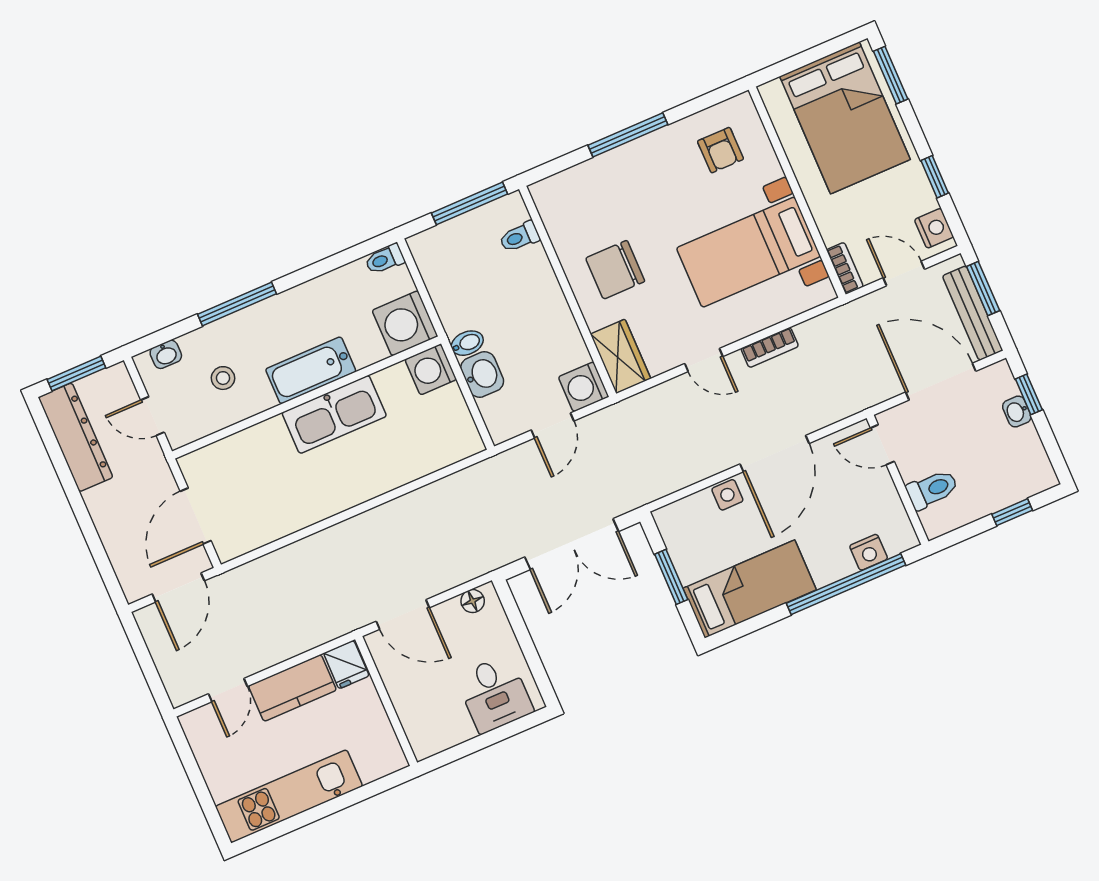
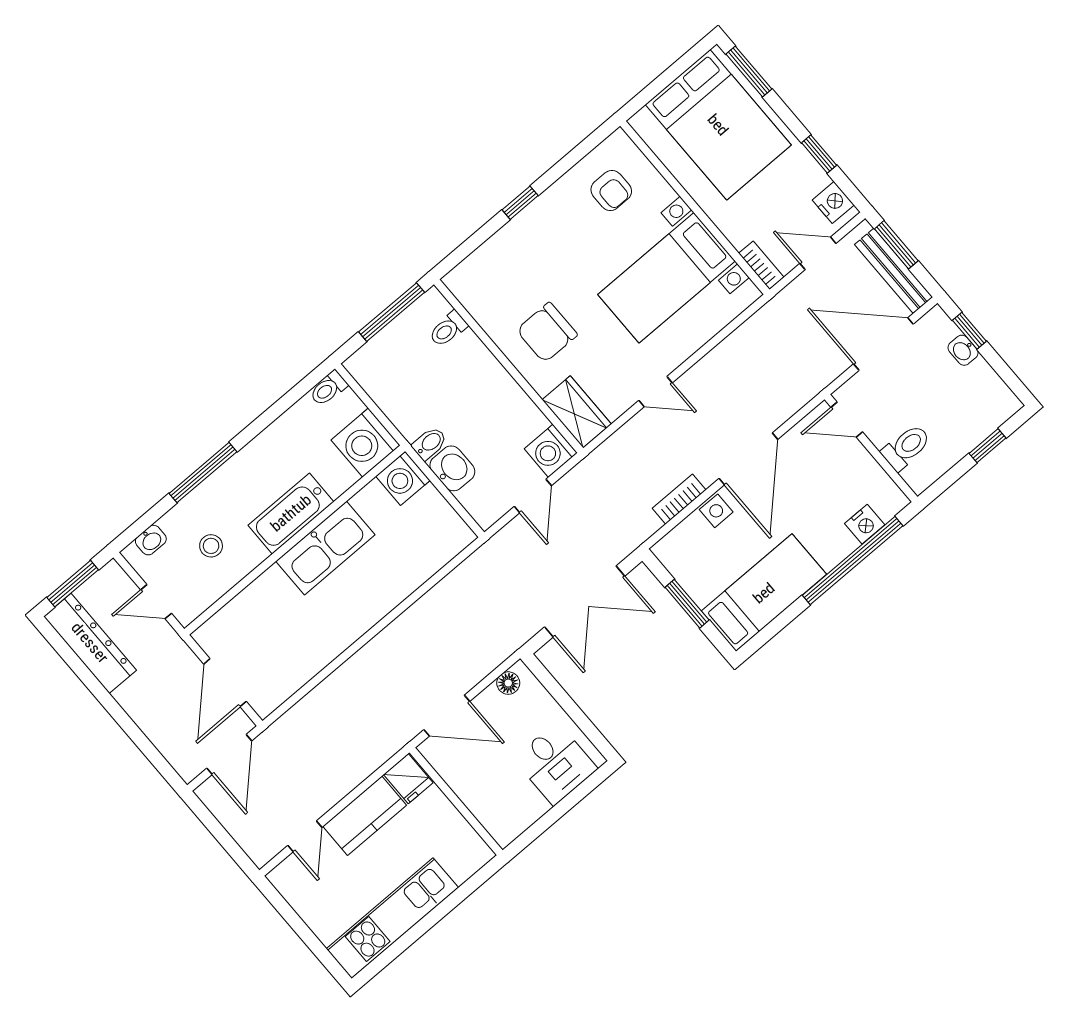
window: (628, 135) -> (520, 203), width x0.46
bookcase: (770, 347) -> (679, 499), moved, turned 180

